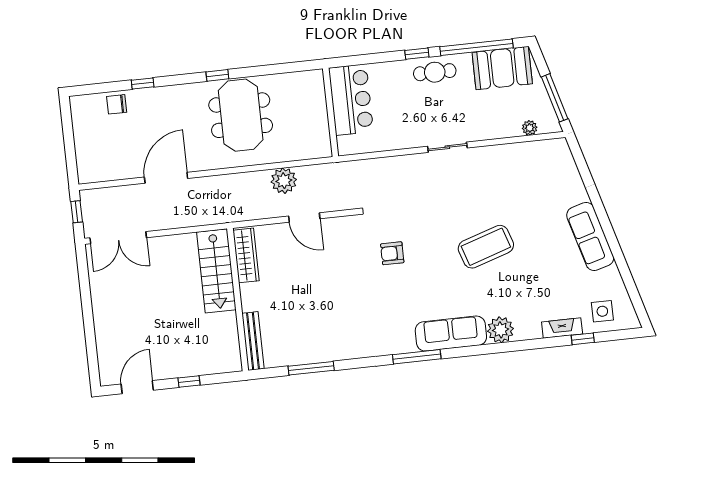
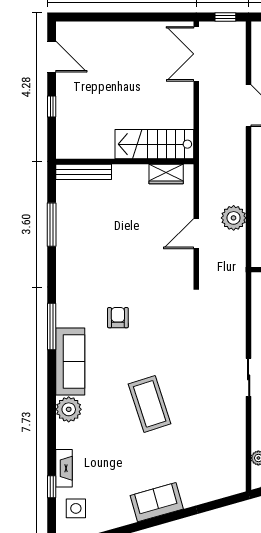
sofa: (590, 236) -> (157, 502), width x0.73
armchair: (392, 253) -> (118, 318), moved
wardrobe: (246, 255) -> (166, 174), width x0.67

